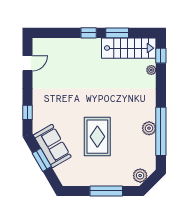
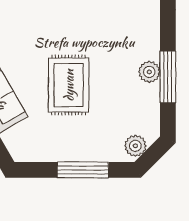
window: (161, 131) -> (168, 77), width x0.68

